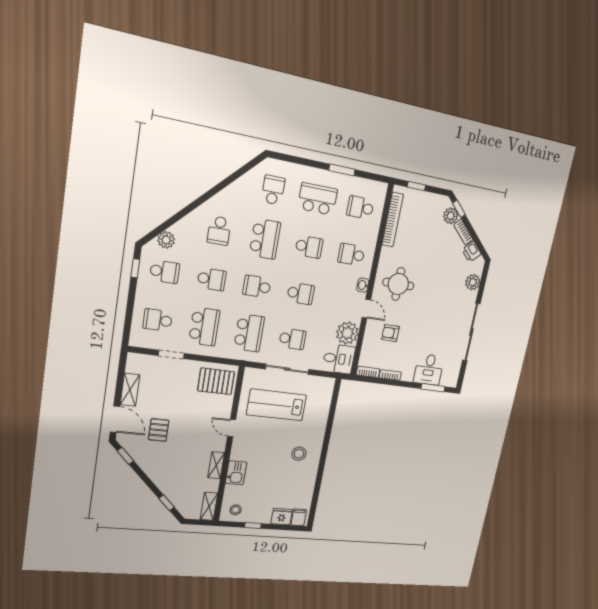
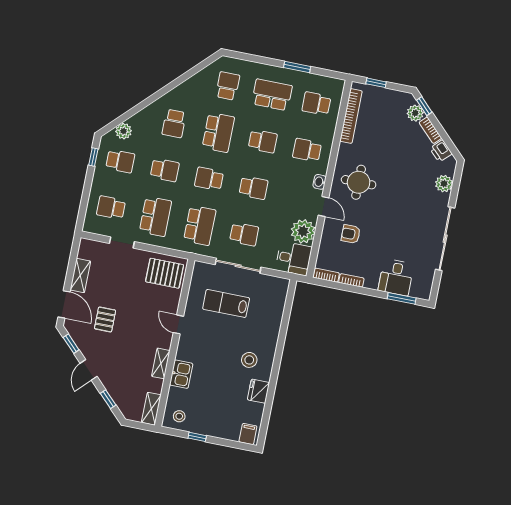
lab bench: (277, 405) -> (226, 303), width x0.73, depth x0.72
door: (145, 478) -> (89, 370), added
fridge: (282, 517) -> (259, 391), moved, turned -90

